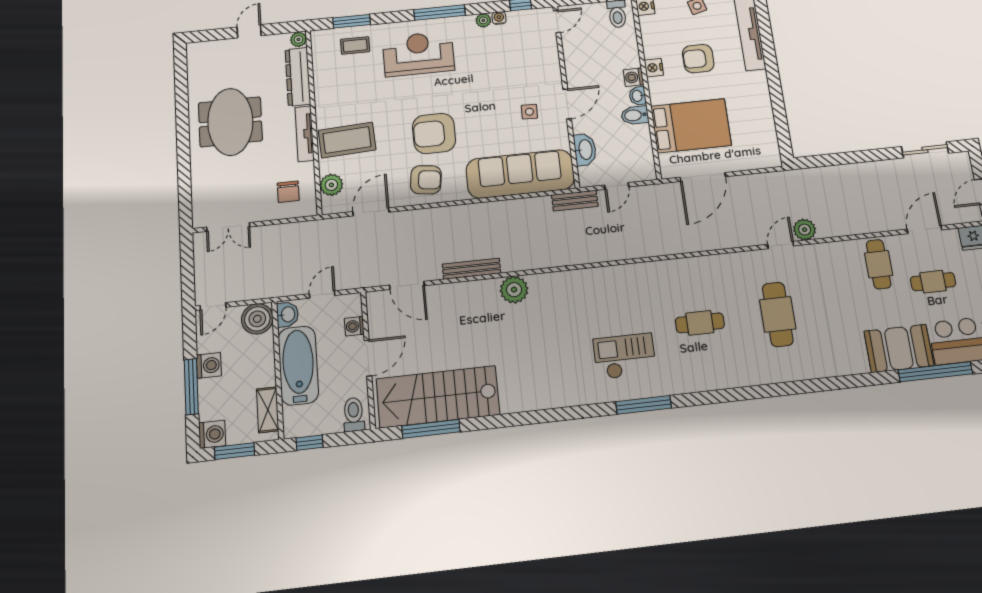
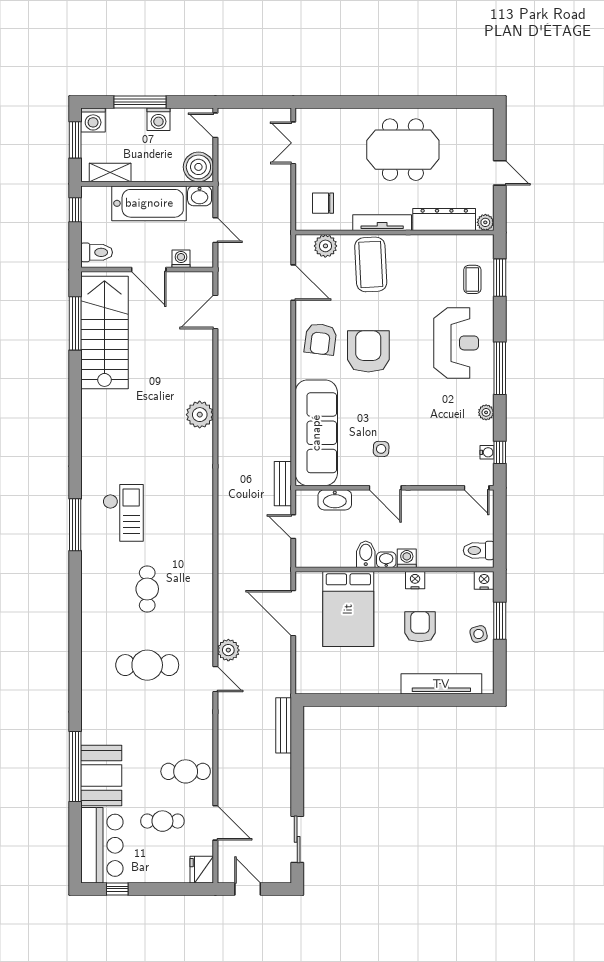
water cooler: (499, 18) -> (487, 452), moved
plant: (805, 230) -> (228, 650), moved
bench: (472, 269) -> (284, 725), moved
cafe table: (933, 282) -> (162, 821), turned 90
window: (935, 372) -> (75, 767), moved

